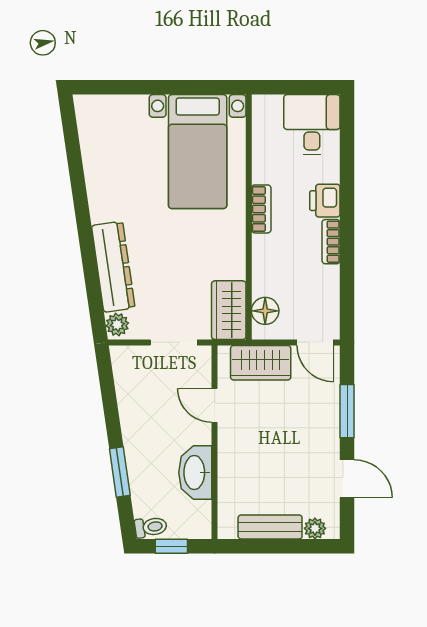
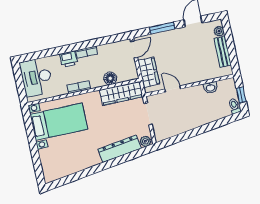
desk: (312, 125) -> (36, 77), width x1.37
wardrobe: (229, 310) -> (121, 93), width x1.50
floor lamp: (265, 311) -> (110, 78), moved
door: (215, 405) -> (173, 89), swing flipped
window: (120, 472) -> (212, 126), removed
washbasin: (195, 472) -> (211, 88), width x0.52, depth x0.69

